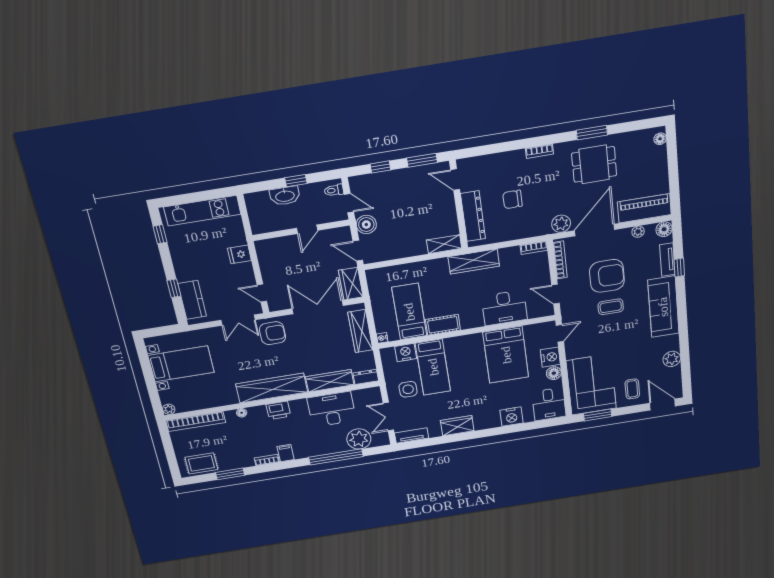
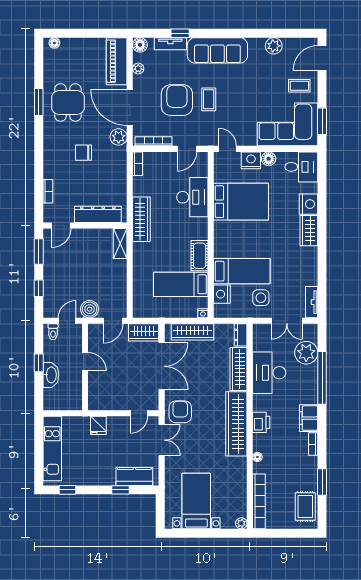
bookcase: (539, 151) -> (48, 191), moved
chair: (512, 199) -> (84, 153), moved, turned 90
double door: (318, 307) -> (162, 366), swing flipped
wardrobe: (457, 426) -> (309, 231), moved
filing cabinet: (286, 453) -> (309, 418), width x2.00

